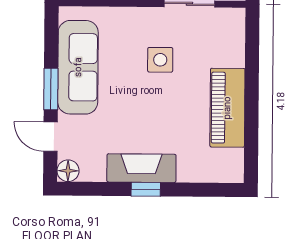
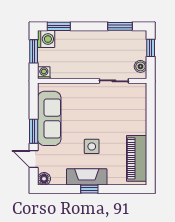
side table: (160, 60) -> (92, 146), moved
piano: (227, 108) -> (137, 158), moved

